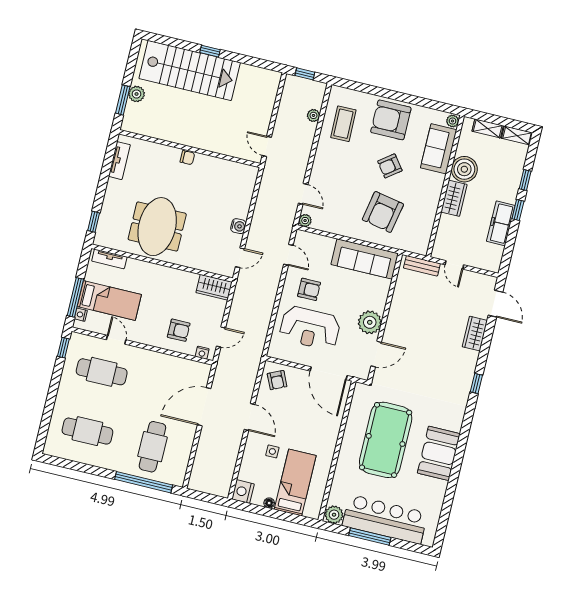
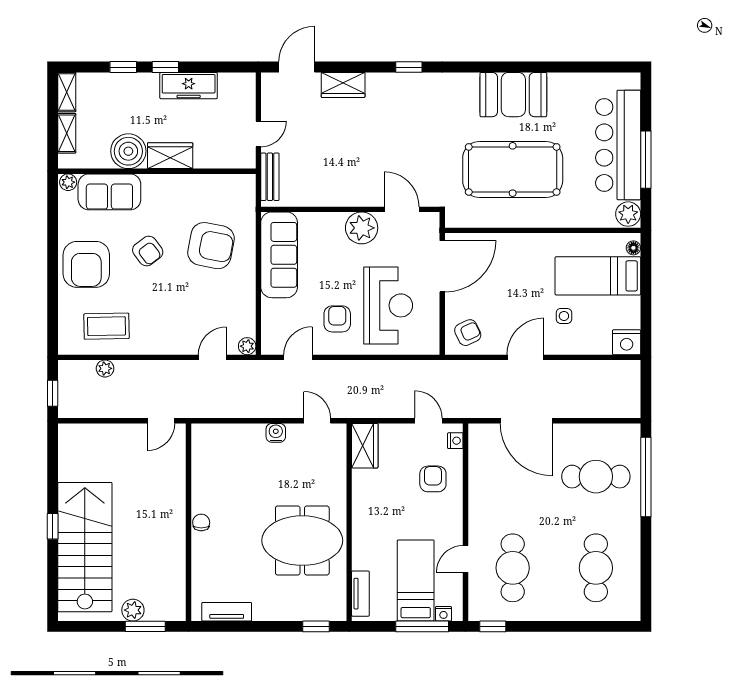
floor lamp: (269, 503) -> (633, 248), moved

